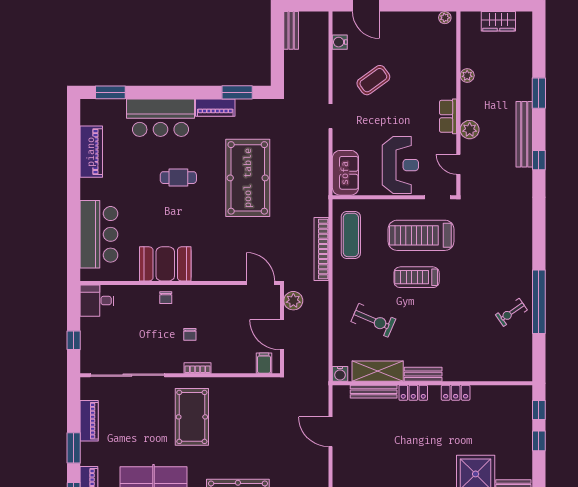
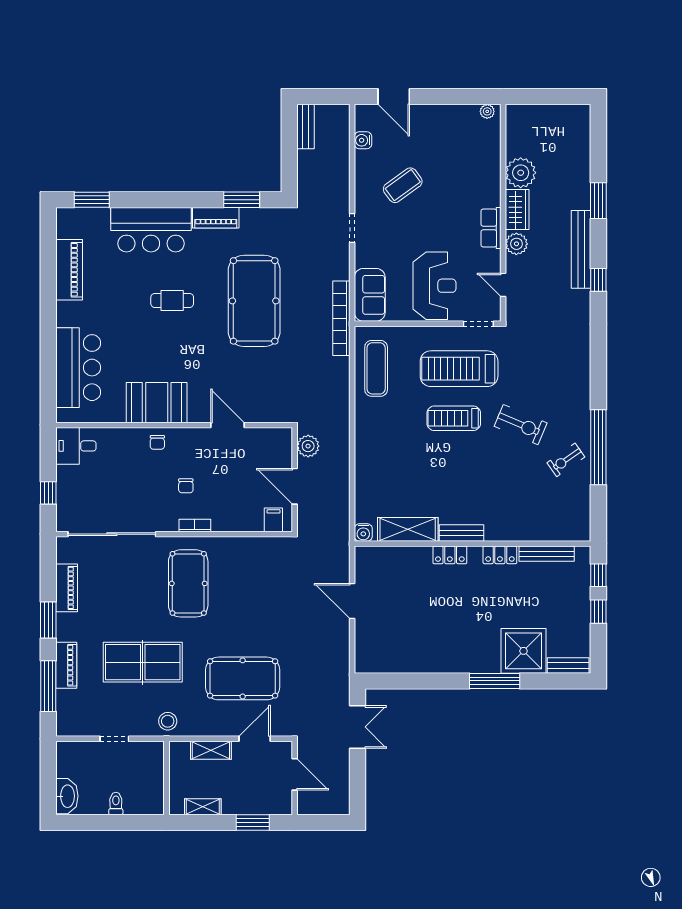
wardrobe: (498, 21) -> (517, 210), moved, turned -90
plant: (467, 76) -> (521, 173), width x1.87, depth x1.87
bookcase: (321, 249) -> (341, 318), moved
door: (261, 283) -> (228, 425), moved
exercise bike: (373, 320) -> (521, 425), moved
bench: (374, 392) -> (547, 554), moved

